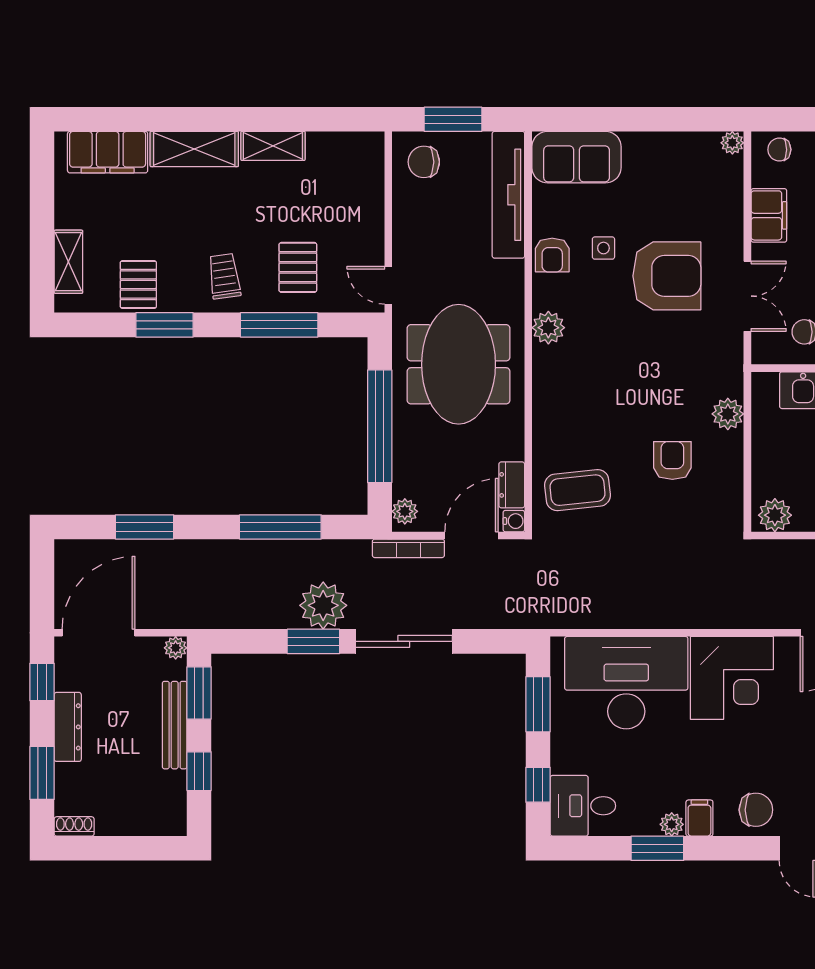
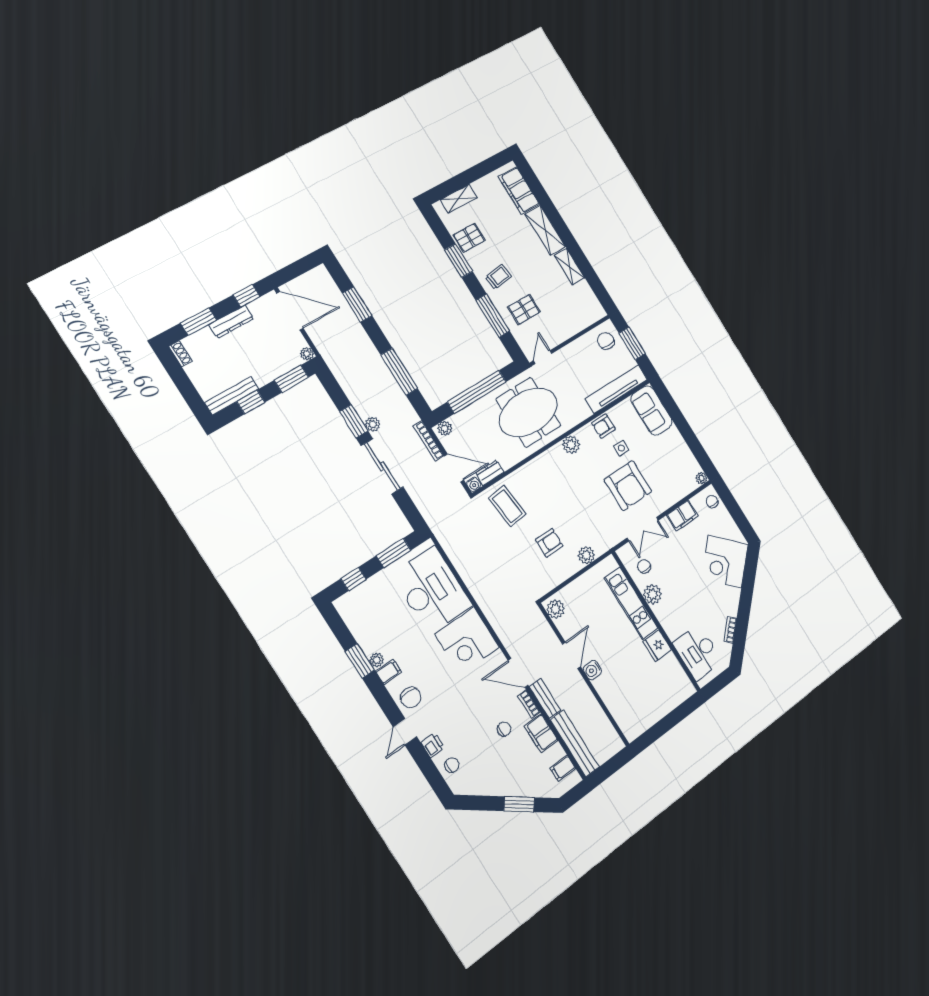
plant: (323, 605) -> (373, 424), width x0.53, depth x0.53
bench: (175, 725) -> (232, 396), moved
desk: (583, 806) -> (357, 609), removed

